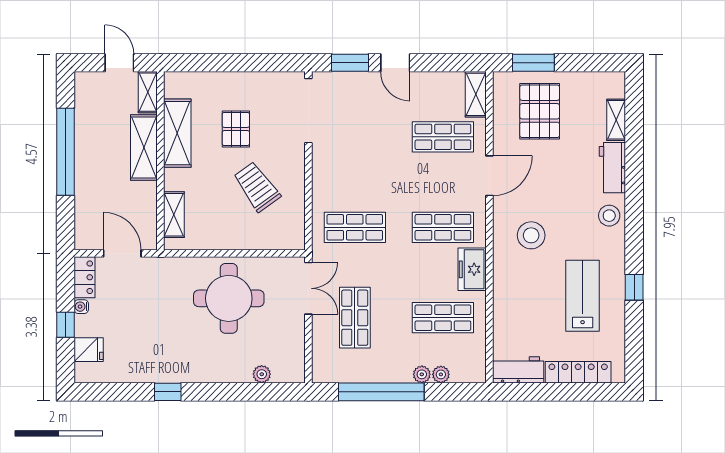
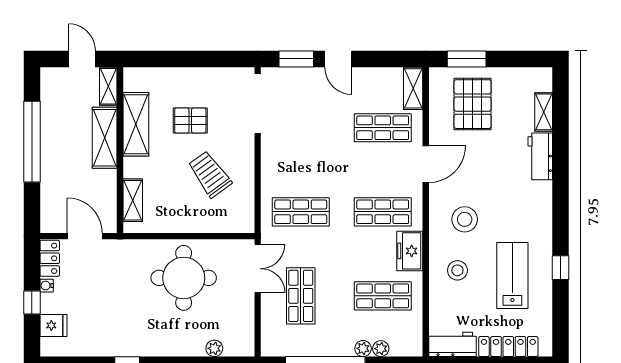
pallet: (236, 129) -> (190, 120), turned 90
stool: (609, 216) -> (457, 270), moved

